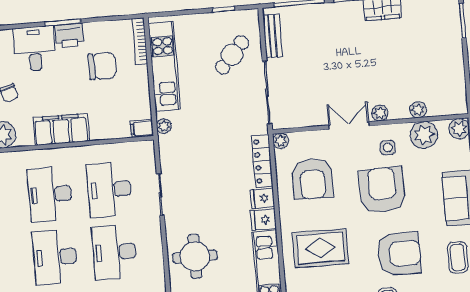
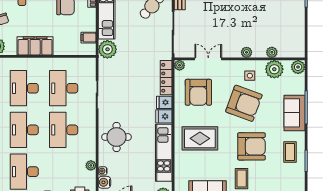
plant: (164, 126) -> (107, 49), width x1.88, depth x1.88
double door: (349, 126) -> (208, 59), moved
filing cabinet: (142, 128) -> (88, 38), moved
armchair: (382, 190) -> (244, 103), turned 112

